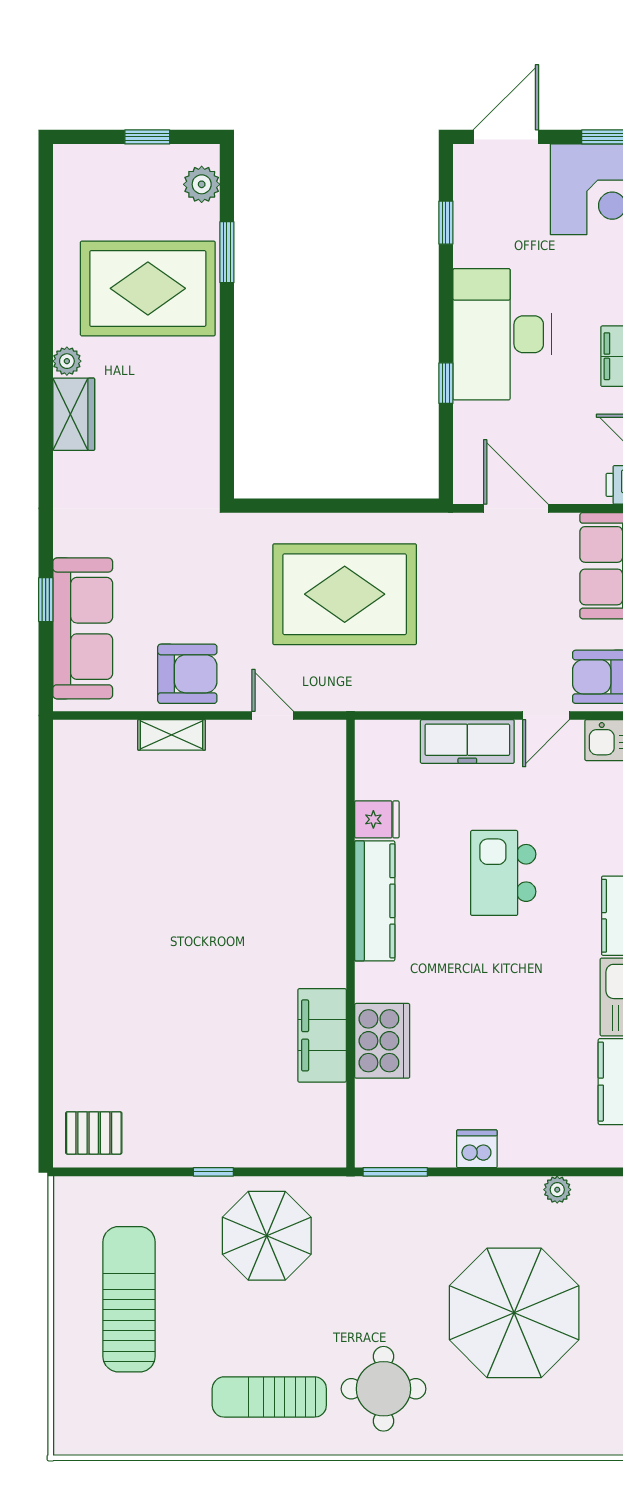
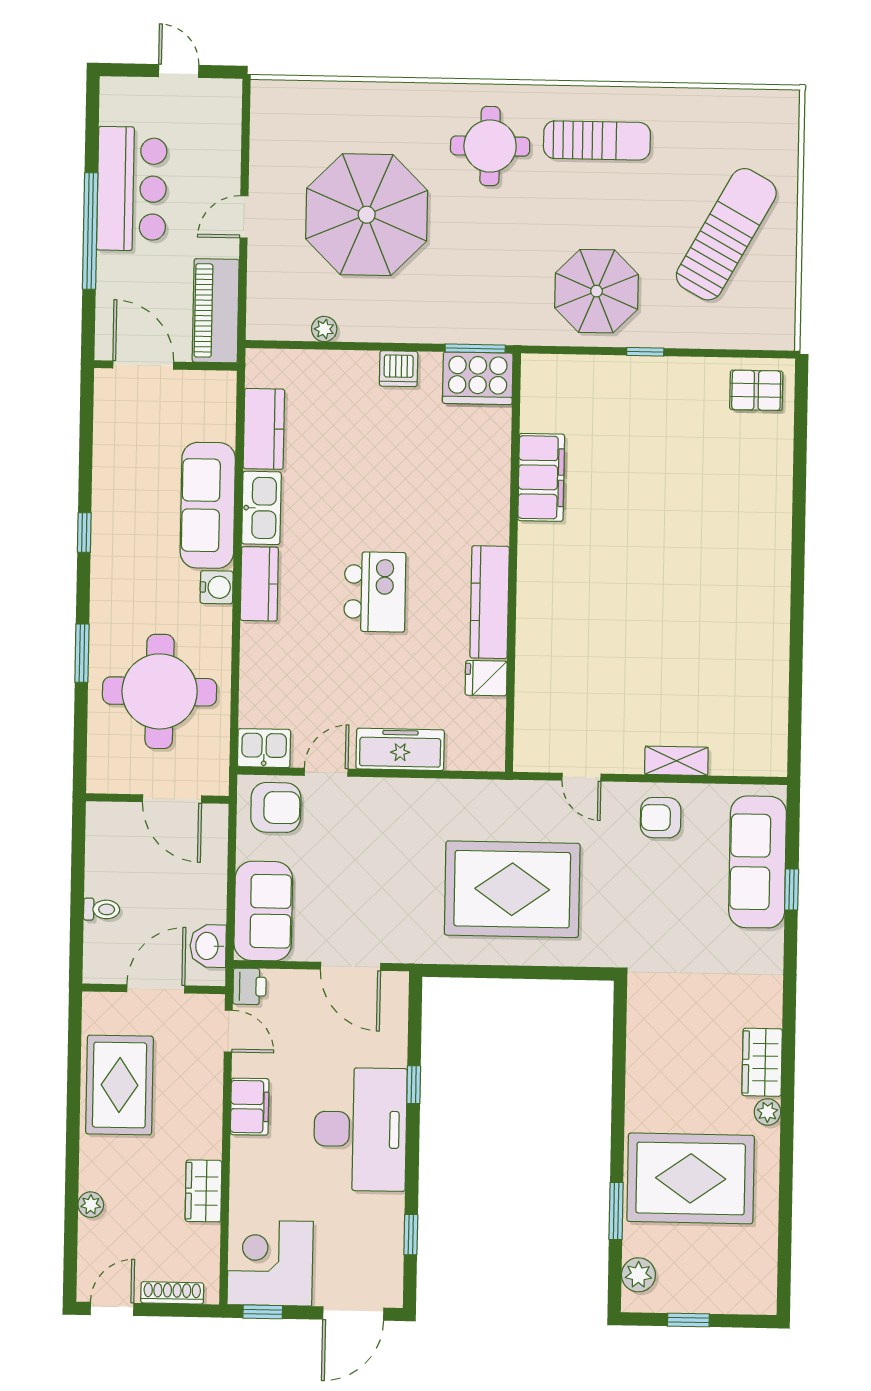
armchair: (187, 674) -> (661, 818), width x0.72, depth x0.72
kitchen island: (503, 873) -> (375, 592), moved
cooker: (382, 1041) -> (478, 378), moved, turned -90
sun lounger: (129, 1299) -> (726, 234), turned -151

